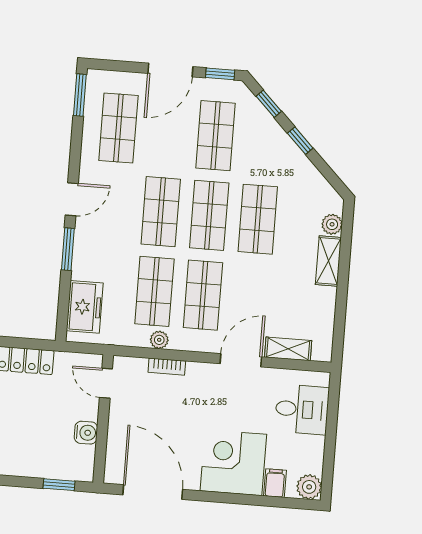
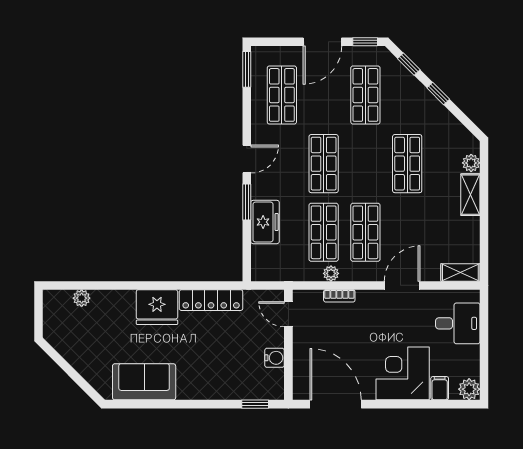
shop shelf: (209, 215) -> (365, 164), removed
freezer: (85, 307) -> (265, 222), moved
shelving: (288, 349) -> (460, 272), moved

